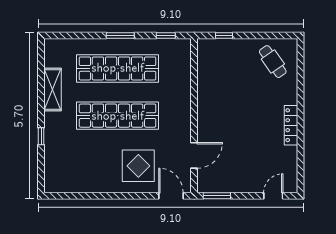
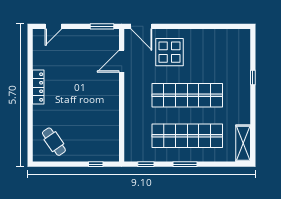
shelving: (52, 90) -> (243, 143), moved

